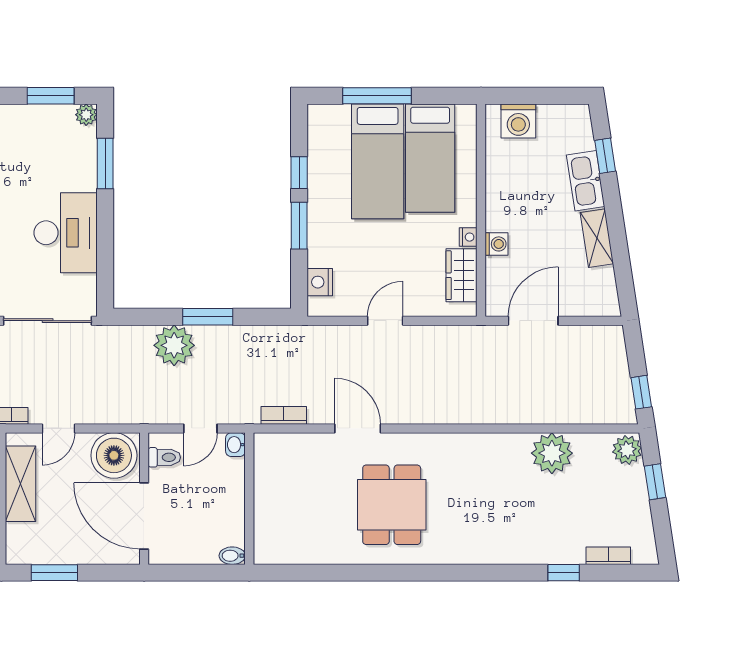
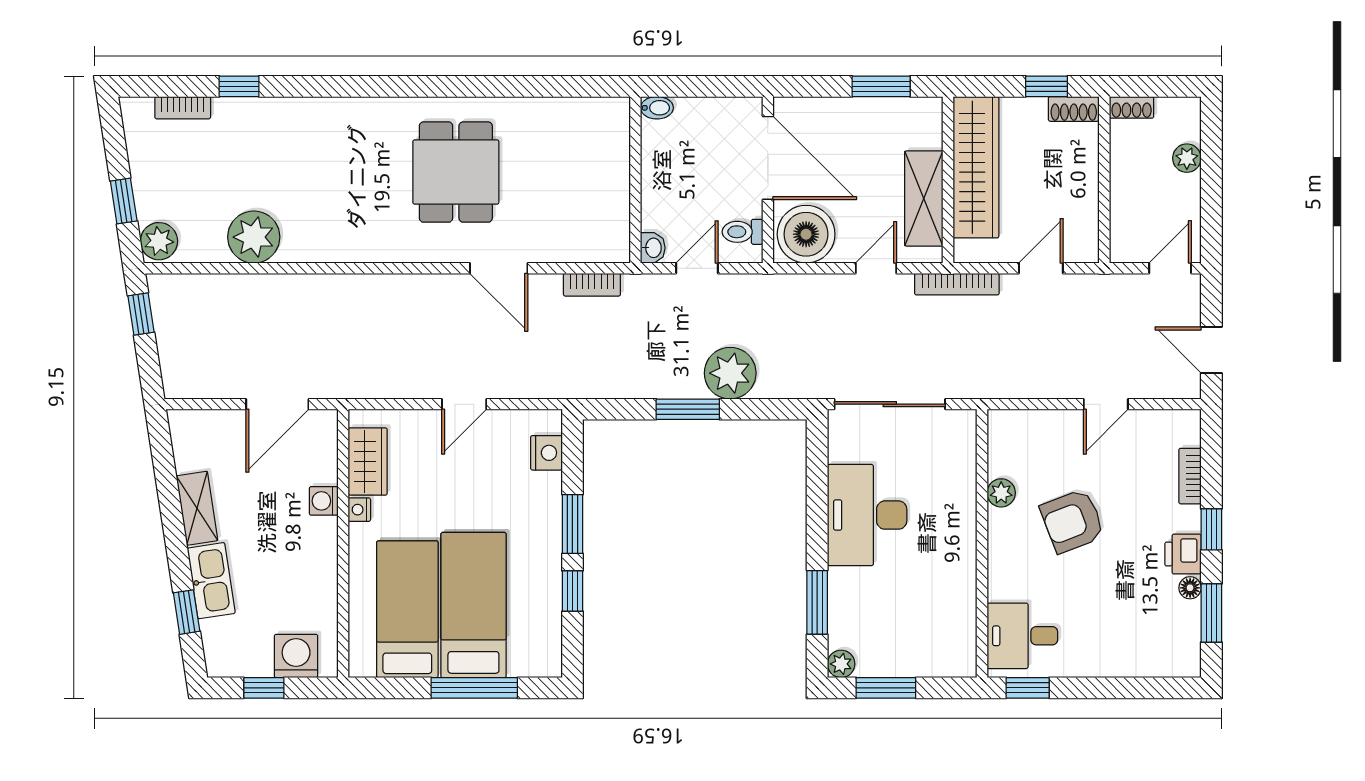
window: (544, 96) -> (264, 688), added

